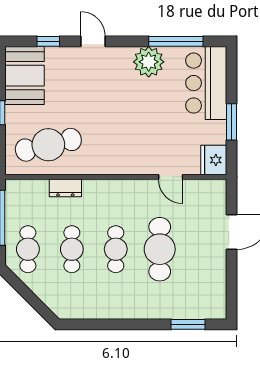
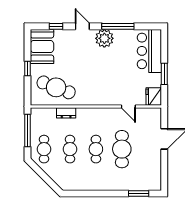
window: (176, 41) -> (118, 26), moved
plant: (149, 62) -> (104, 38), moved
cafe table: (48, 145) -> (56, 87), turned 34

